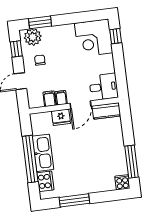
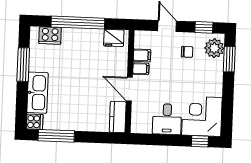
desk: (104, 87) -> (167, 119), moved
fridge: (61, 117) -> (114, 38), moved, turned -90
kitchen sink: (43, 153) -> (37, 93), moved, turned -90

